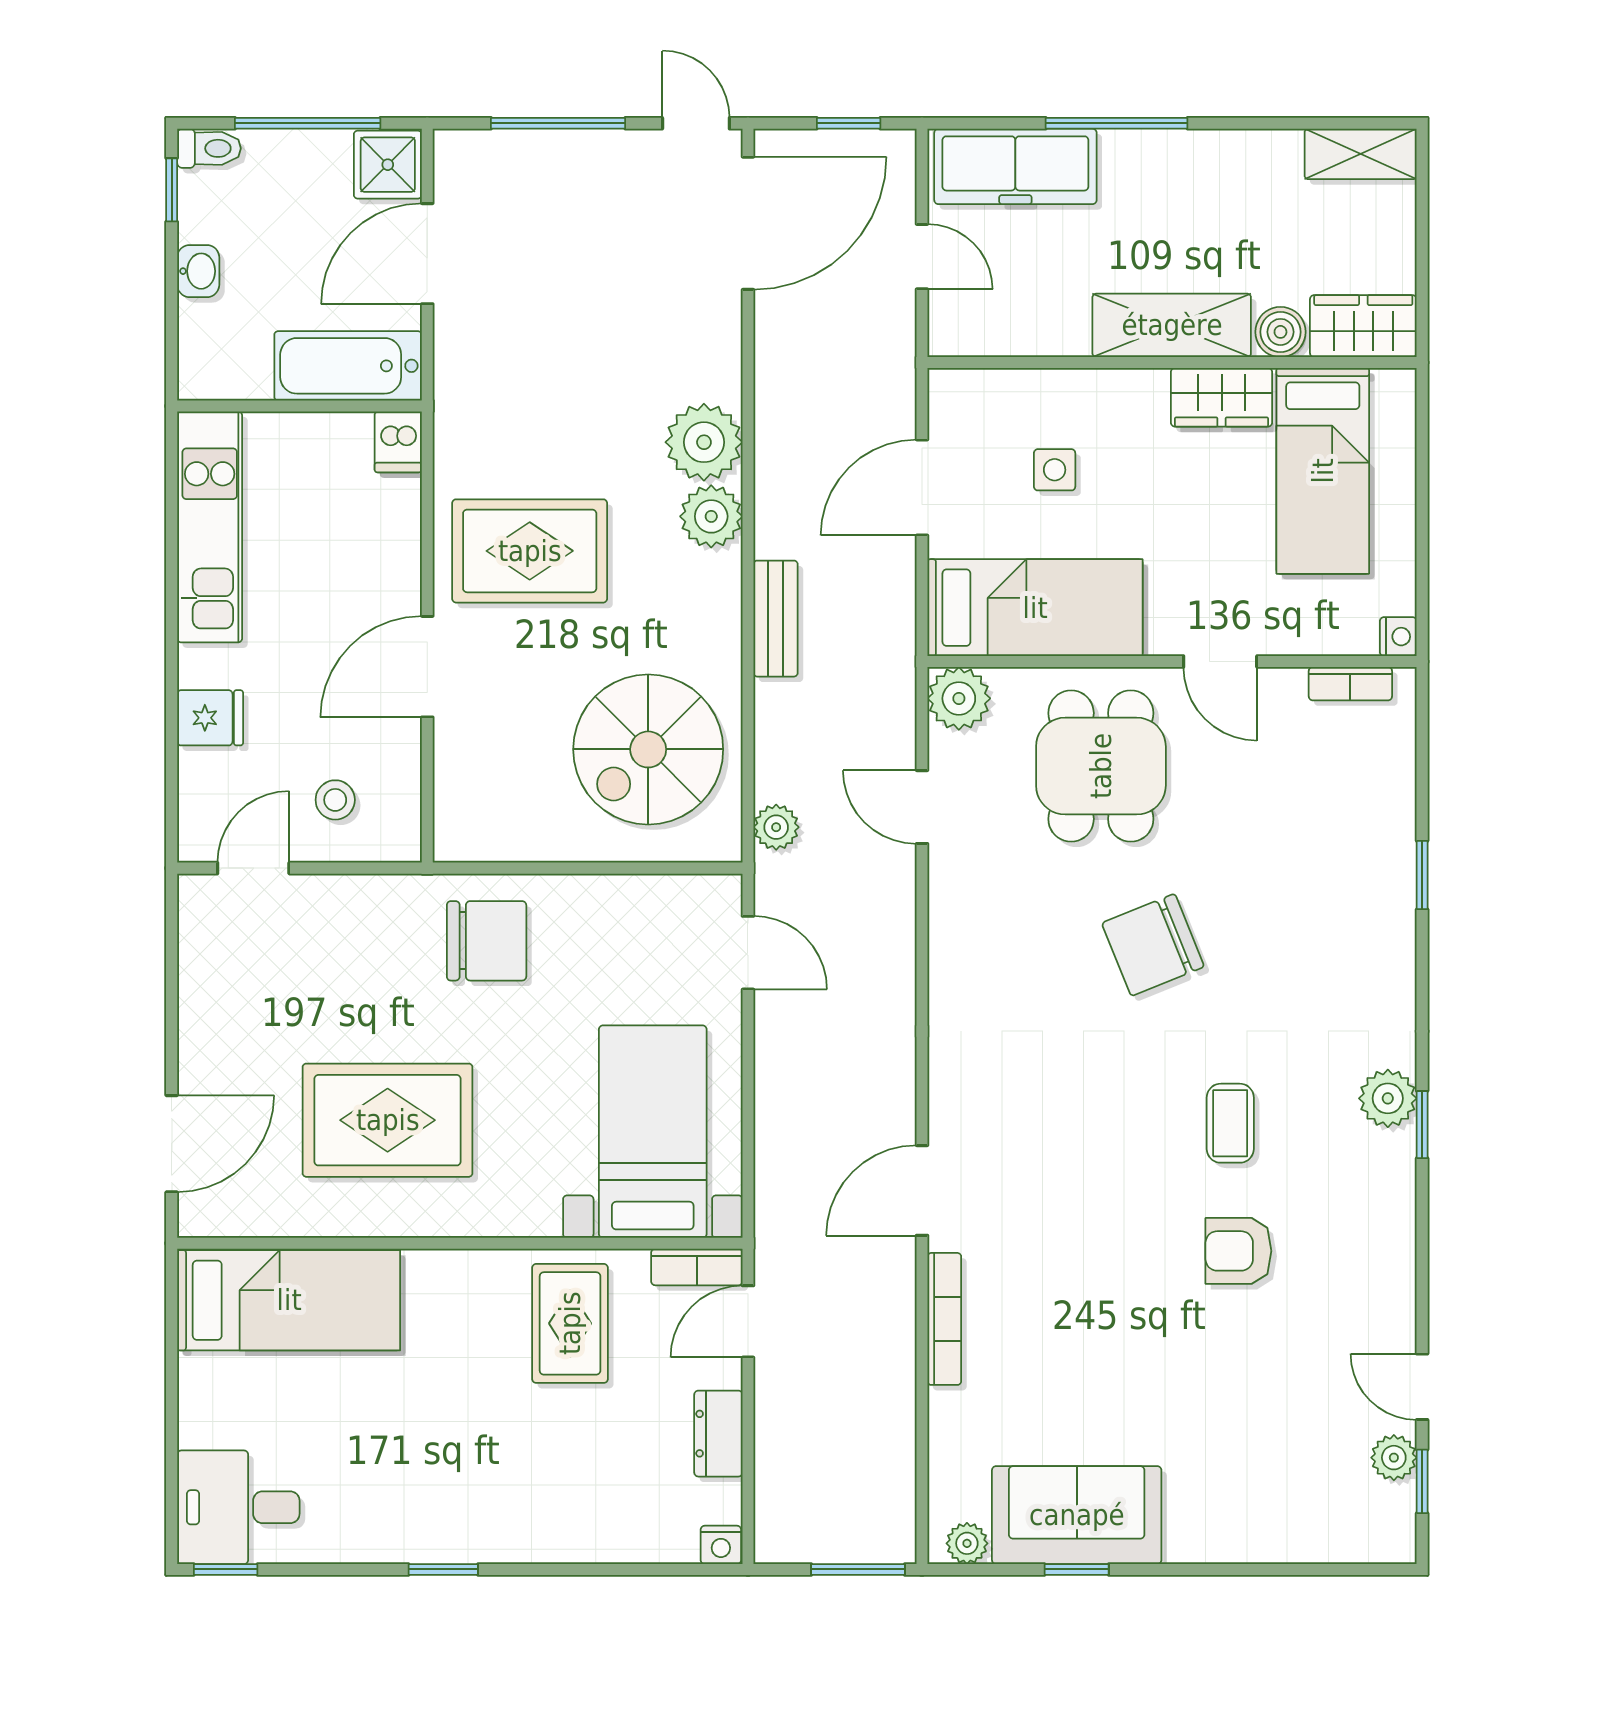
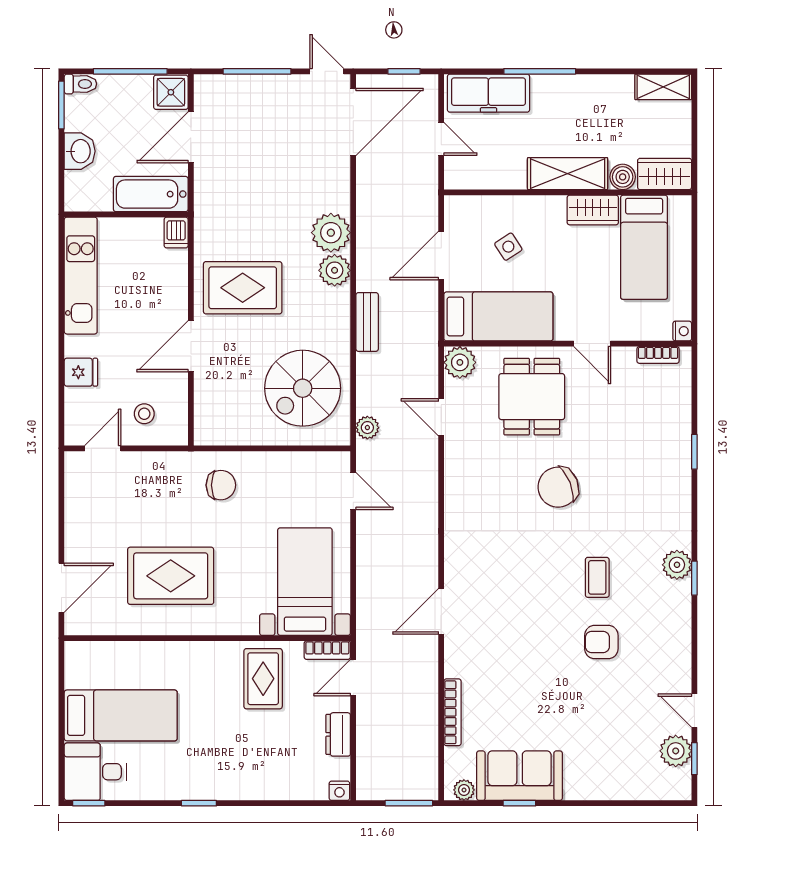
window: (172, 190) -> (61, 105), width x1.50
washbasin: (198, 271) -> (80, 151), width x1.38, depth x1.45
side table: (1055, 470) -> (508, 247), turned -33
chair: (487, 941) -> (221, 485), width x0.73, depth x0.73
bed: (289, 1300) -> (121, 715), moved
bookcase: (944, 1319) -> (453, 712), moved
plant: (1394, 1458) -> (676, 751), width x1.38, depth x1.38

